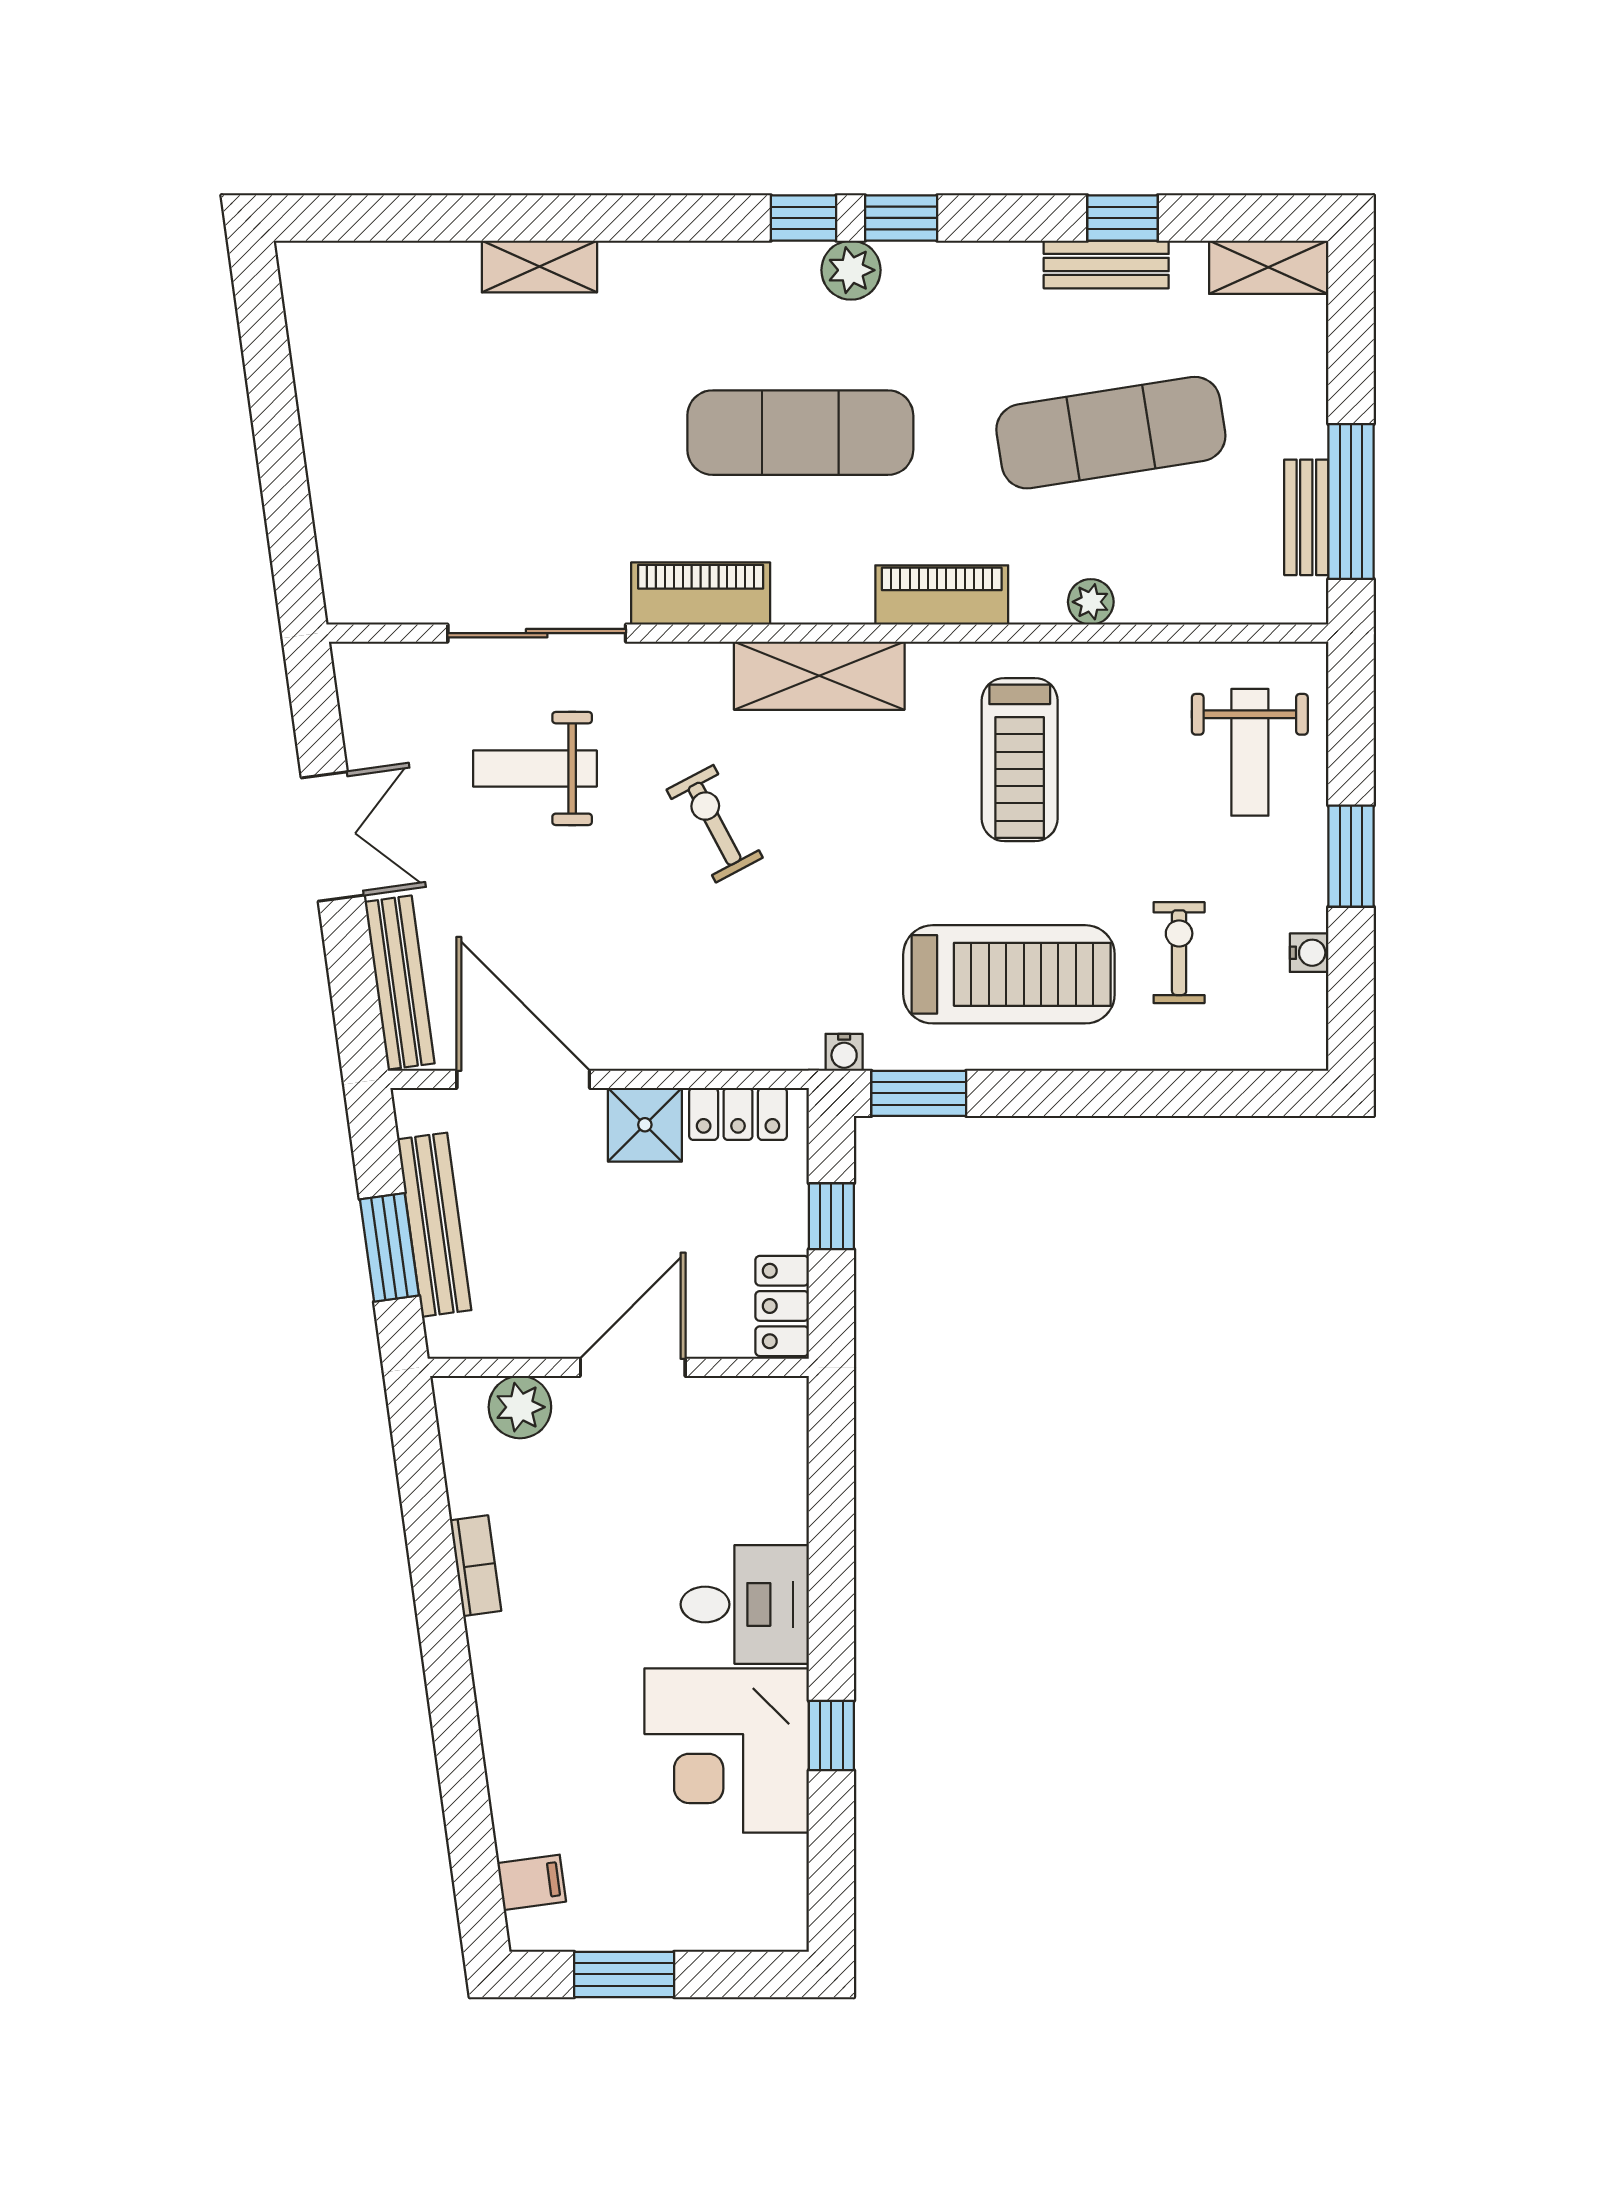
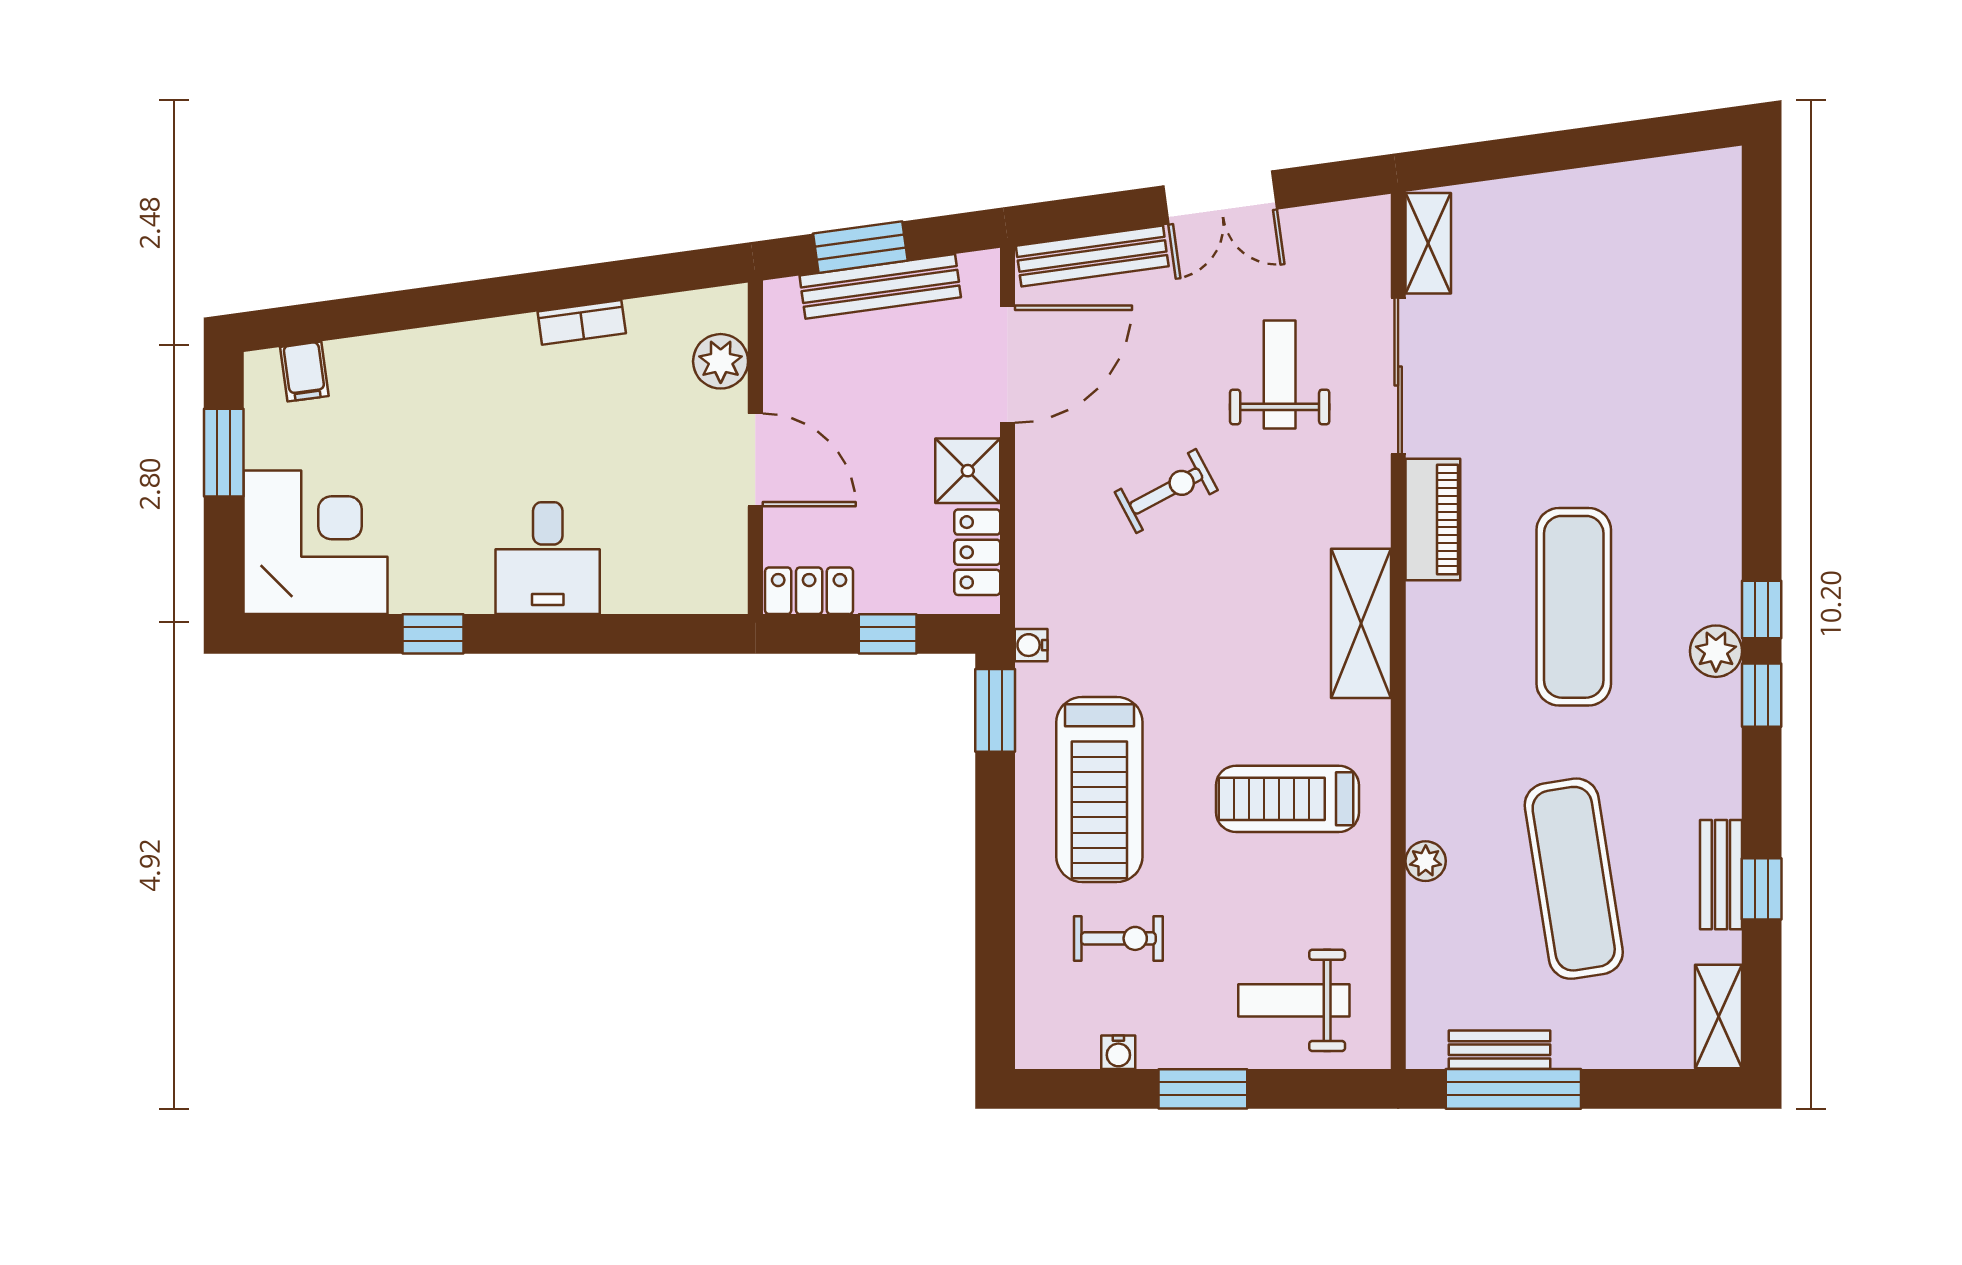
shelving: (539, 267) -> (1428, 243), moved
piano: (942, 595) -> (1432, 731), removed
exercise bike: (715, 824) -> (1166, 491), moved
corner desk: (727, 1750) -> (315, 542), moved, turned 90

